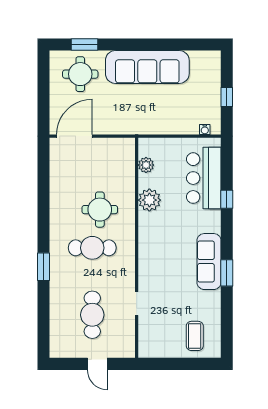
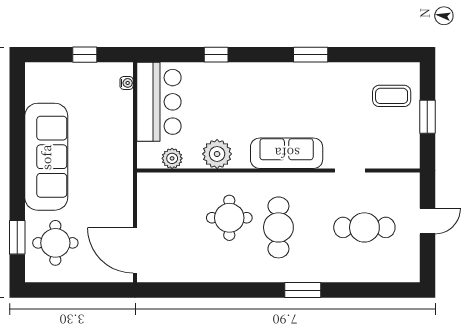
bar counter: (204, 178) -> (159, 102), moved, turned -90
sofa: (209, 262) -> (287, 153), moved, turned 180
window: (178, 364) -> (427, 117), added

